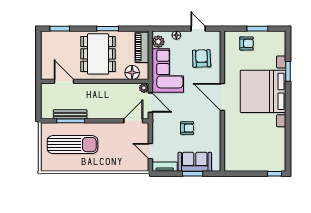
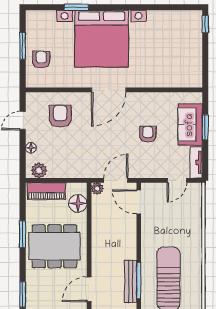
armchair: (202, 58) -> (60, 116), turned 92
corner sofa: (168, 71) -> (75, 159), removed

